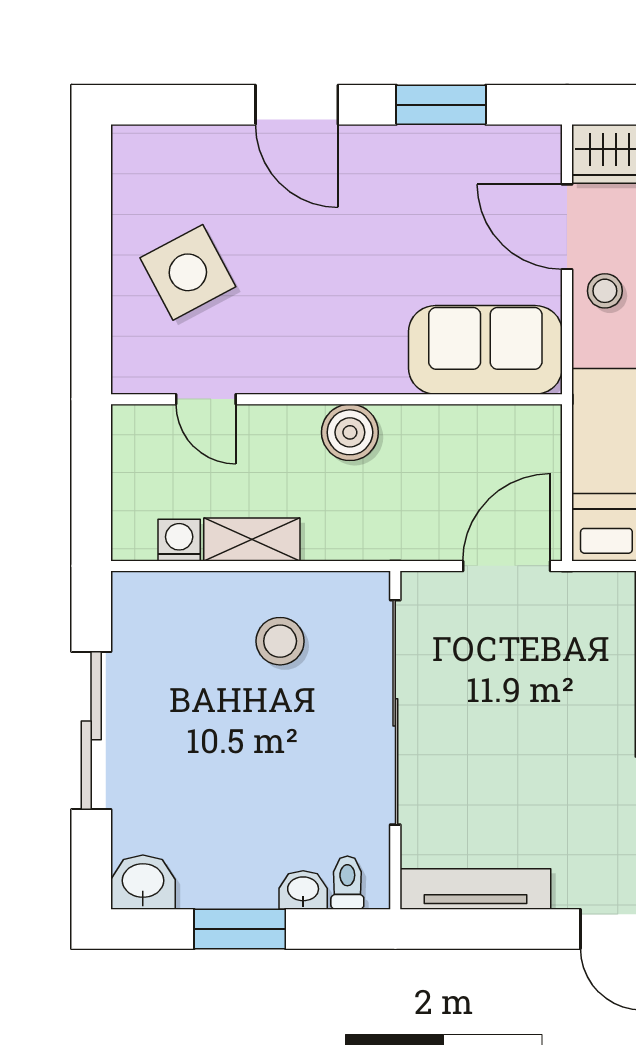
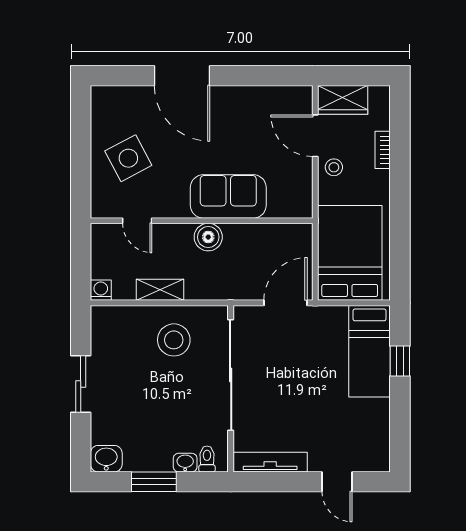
door: (297, 105) -> (182, 76), width x1.36
window: (441, 105) -> (253, 76), removed
sofa: (485, 350) -> (228, 196), moved
washing machine: (179, 540) -> (101, 290), moved
stool: (280, 641) -> (174, 340), width x1.38, depth x1.38
sliding door: (91, 730) -> (81, 384), width x0.73

